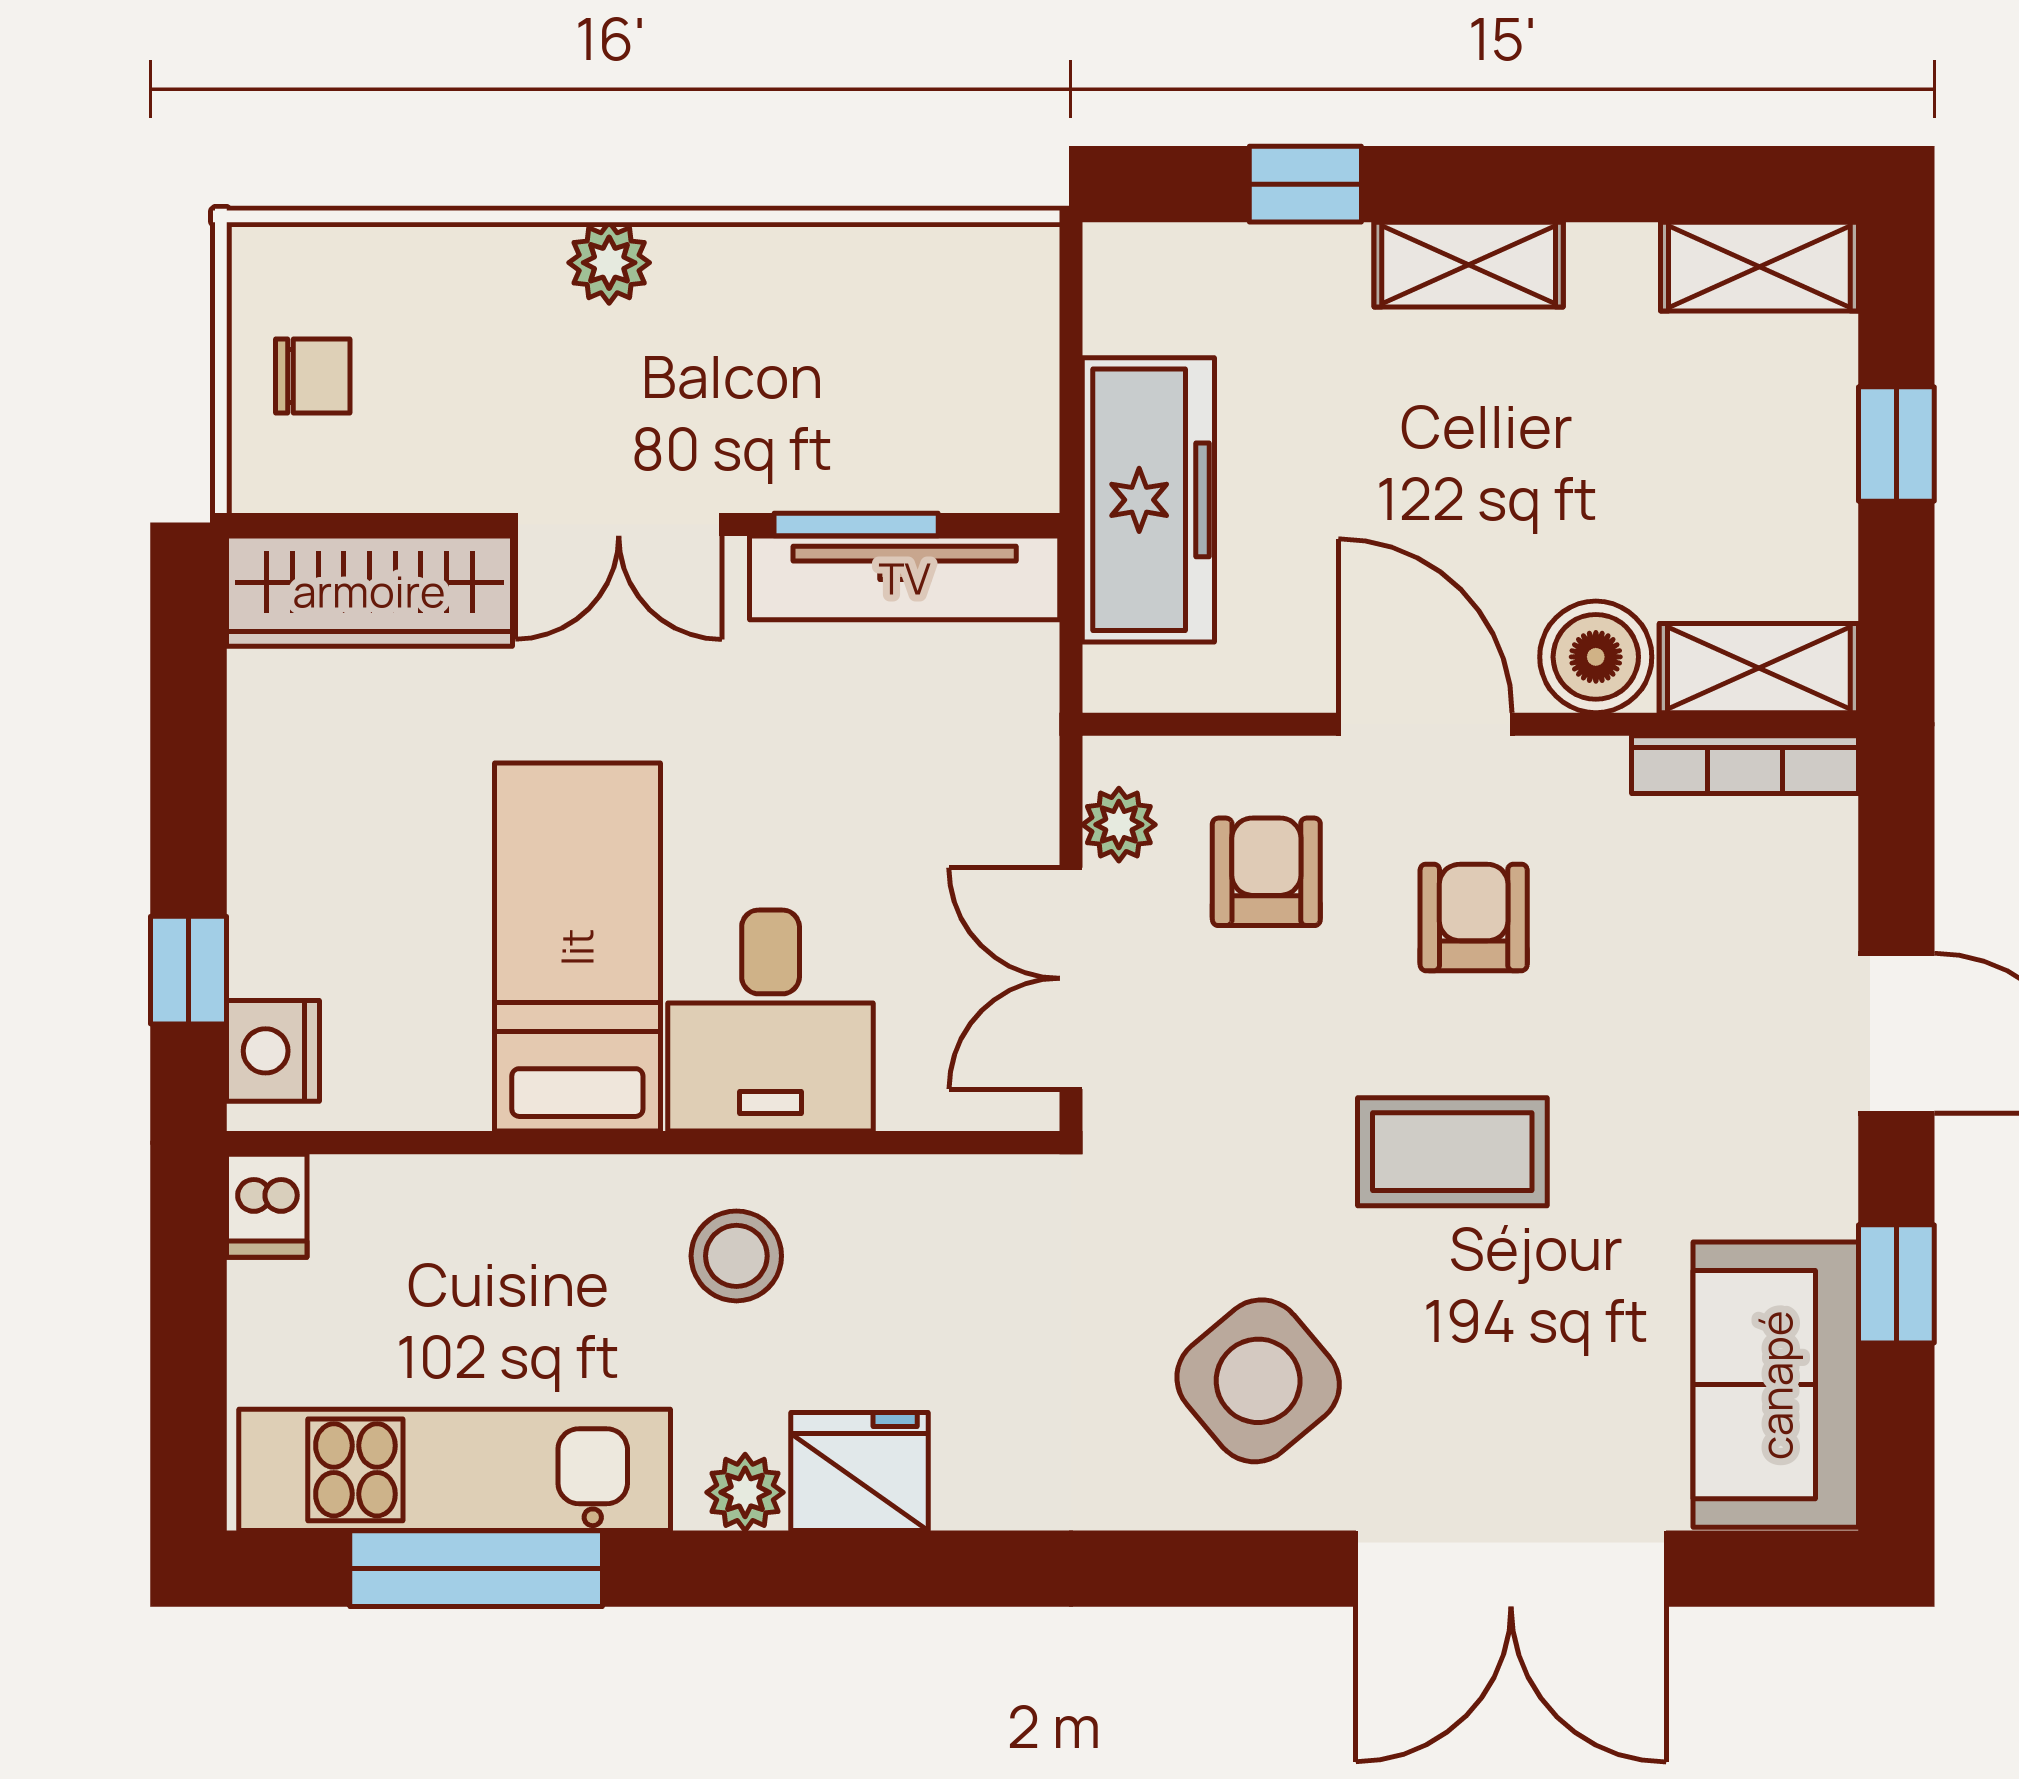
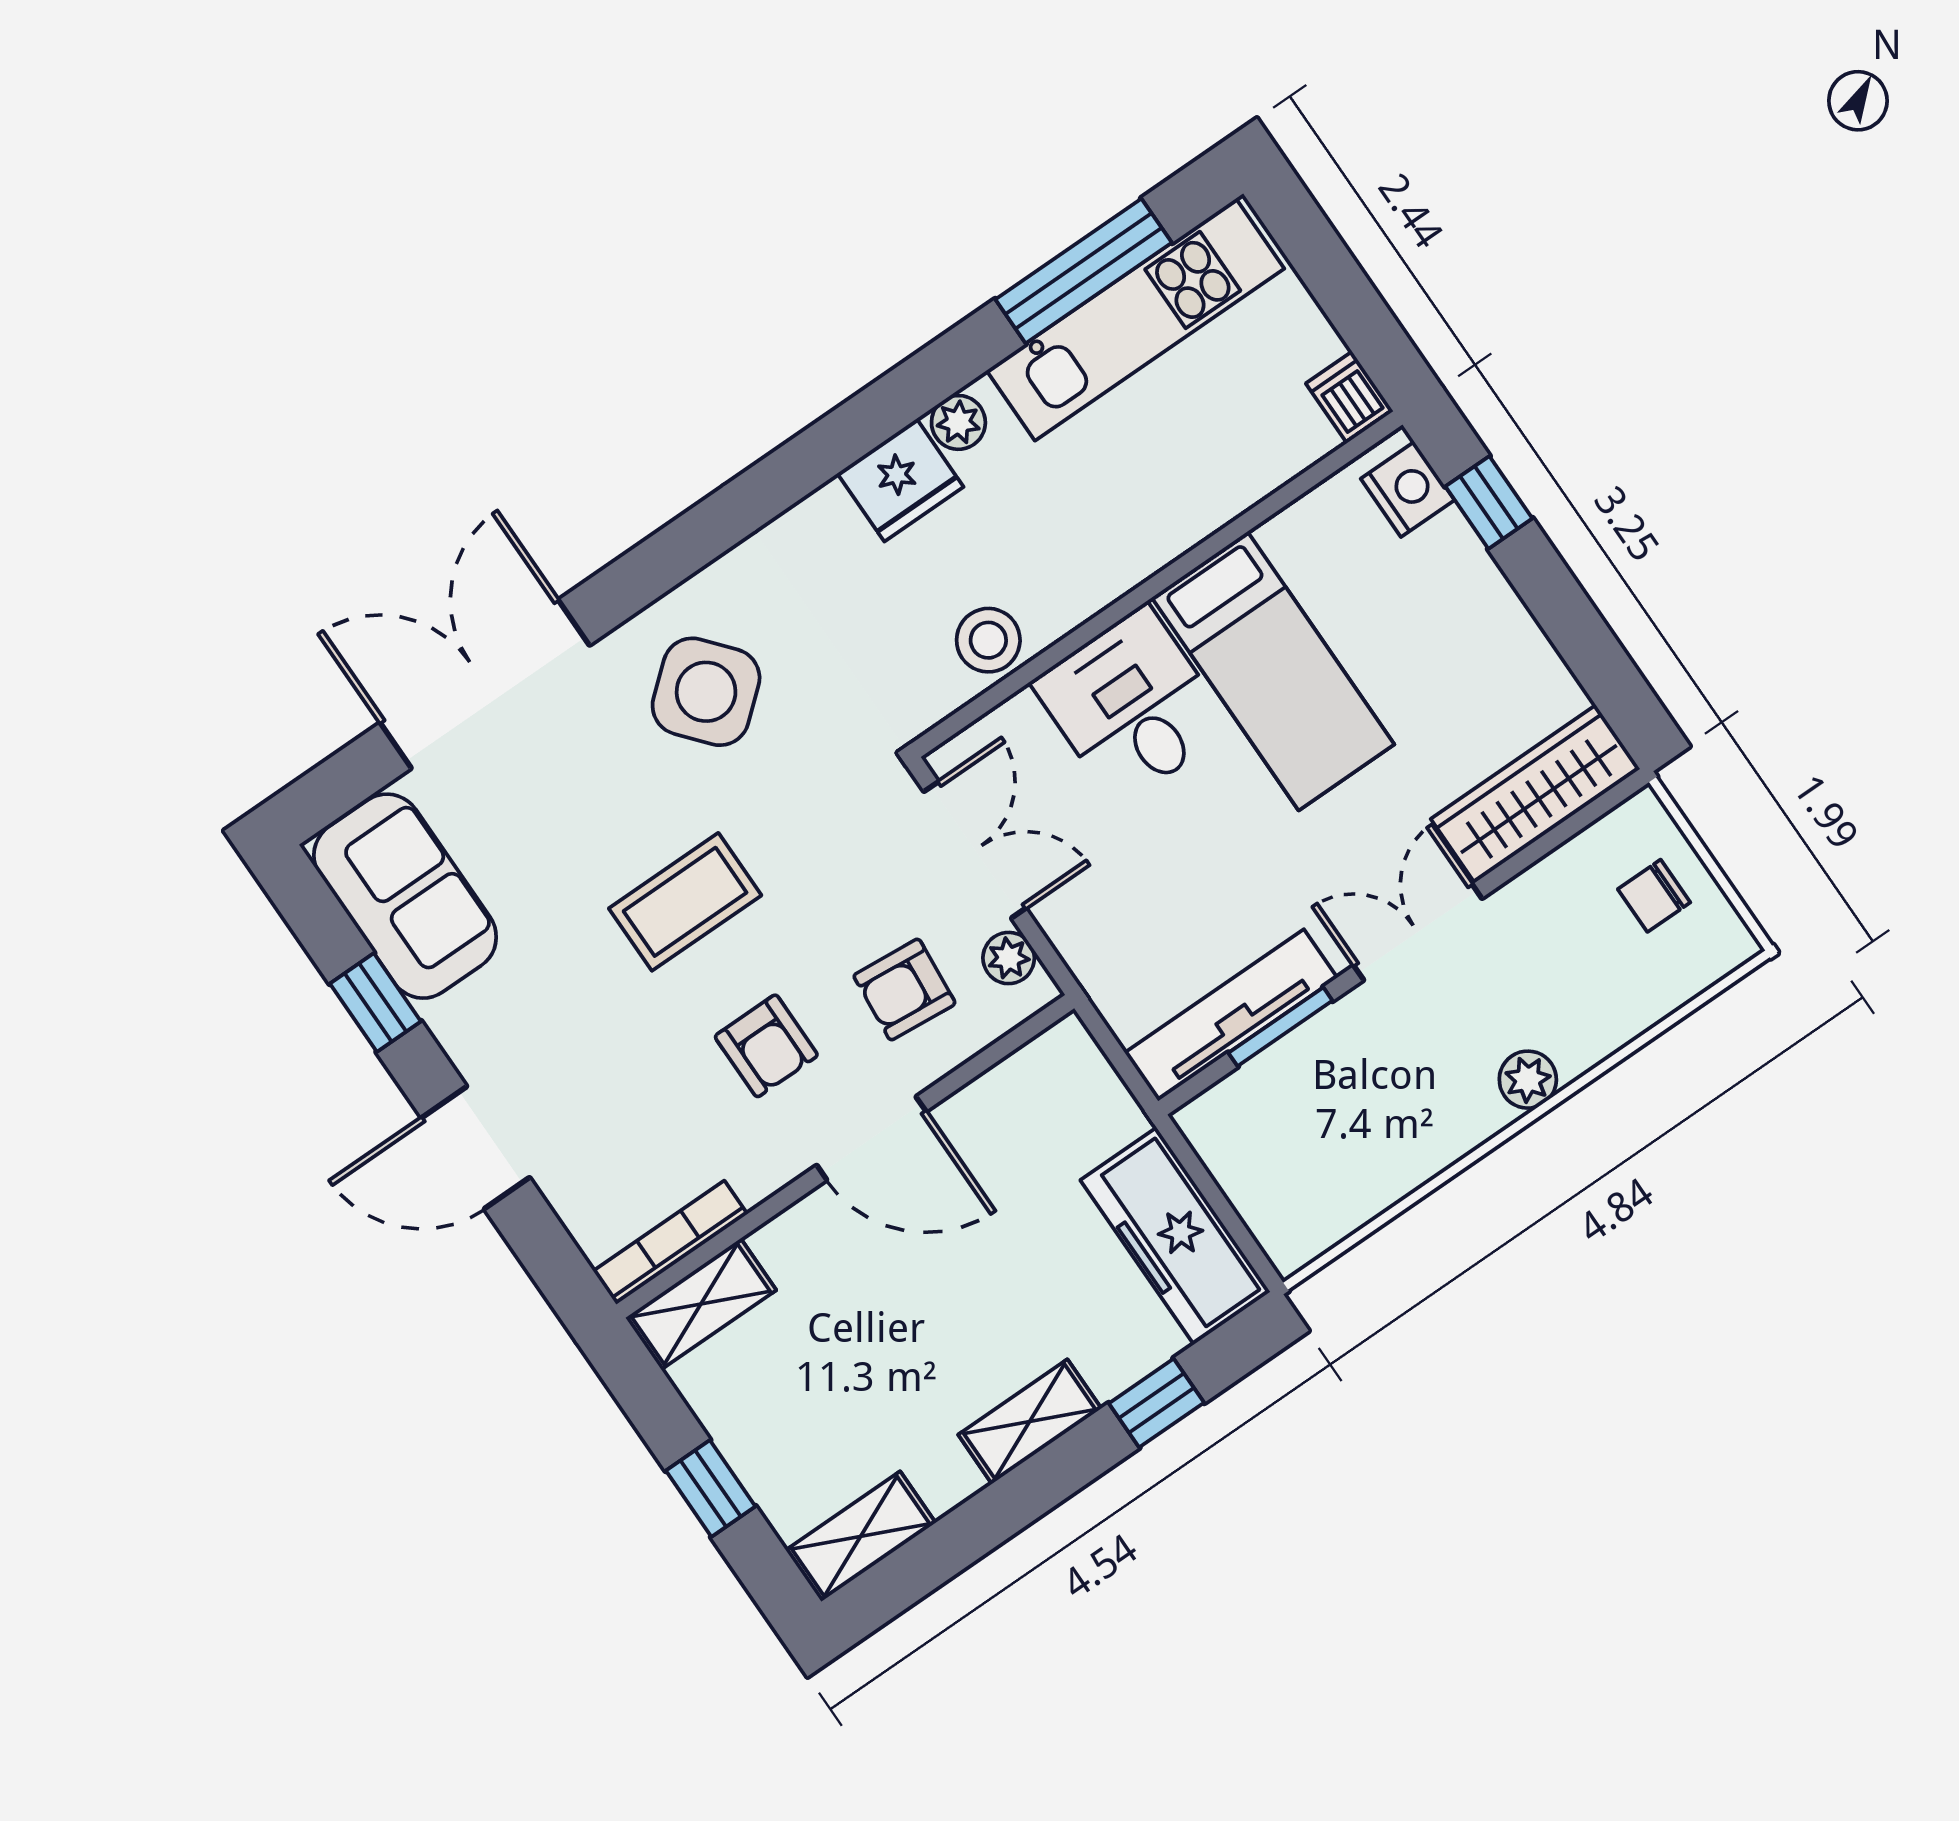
freezer: (1148, 500) -> (1175, 1236), moved
boiler: (1596, 657) -> (800, 1245), removed
armchair: (1266, 872) -> (904, 990), turned 95
stool: (736, 1256) -> (988, 640), moved

